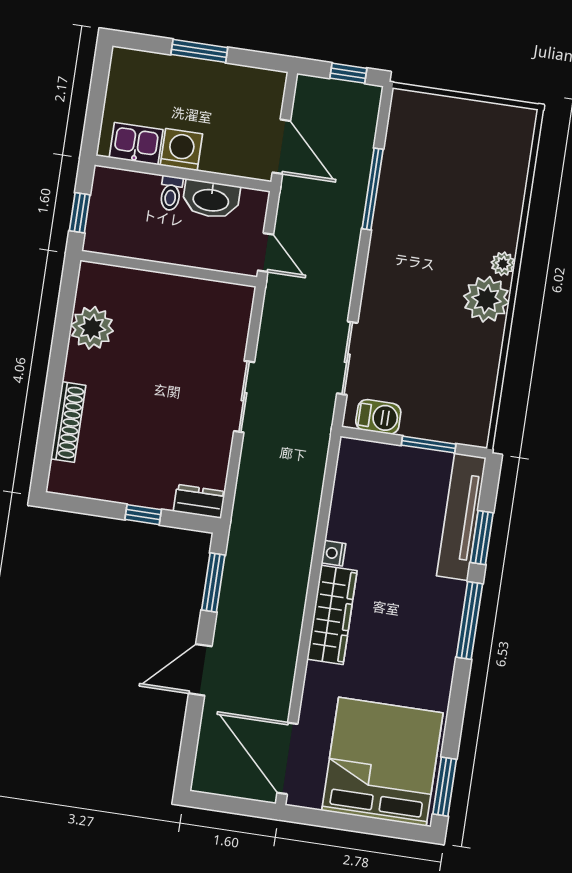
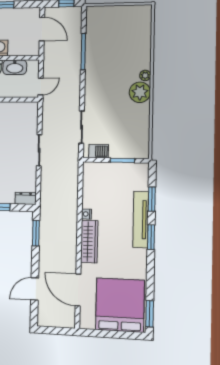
door: (281, 147) -> (42, 29), moved
door: (266, 252) -> (41, 86), hinge flipped
tv unit: (461, 517) -> (141, 220), moved
window: (469, 621) -> (151, 237), width x0.69
door: (200, 670) -> (35, 289), moved
door: (287, 758) -> (78, 290), moved

